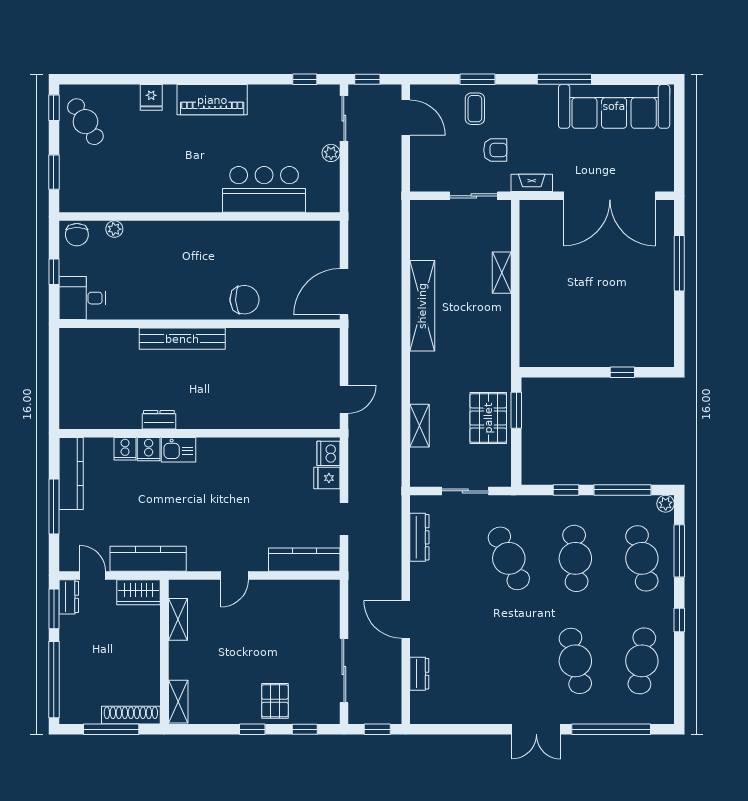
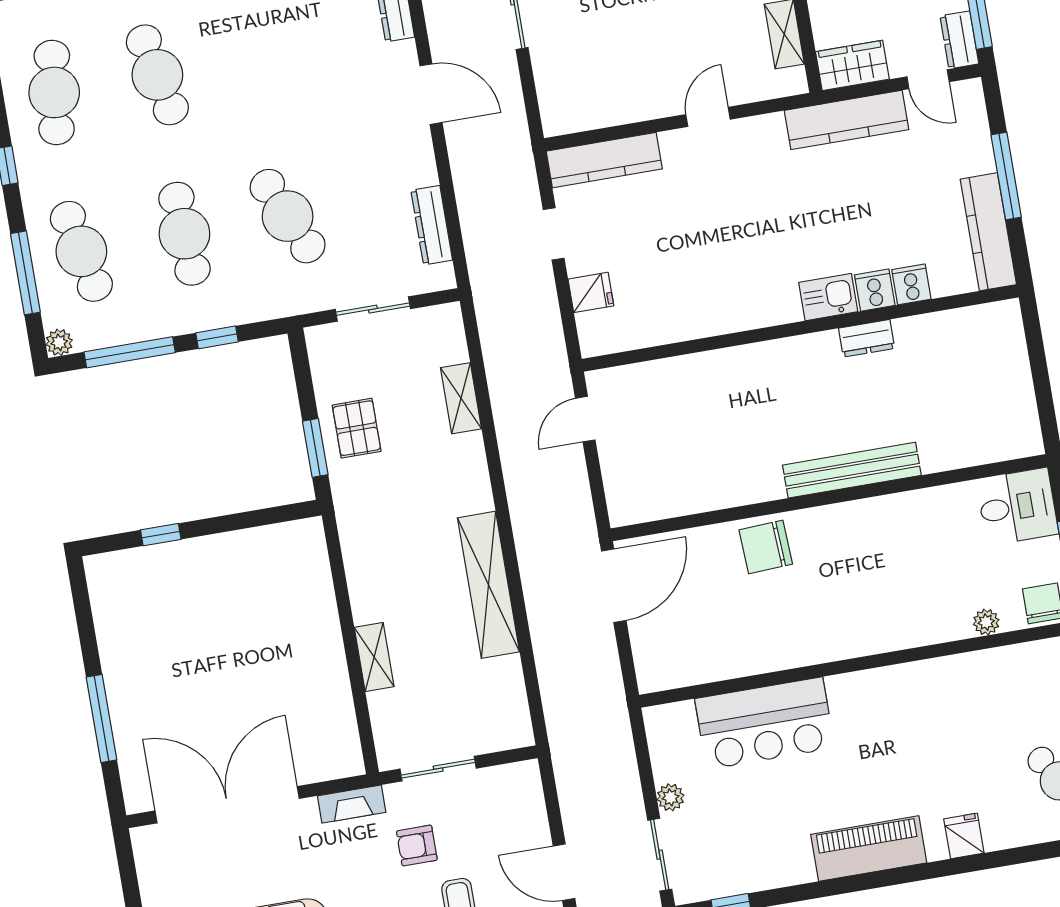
pallet: (488, 418) -> (357, 428), width x0.67, depth x0.71
dishwasher: (328, 453) -> (595, 331), removed

